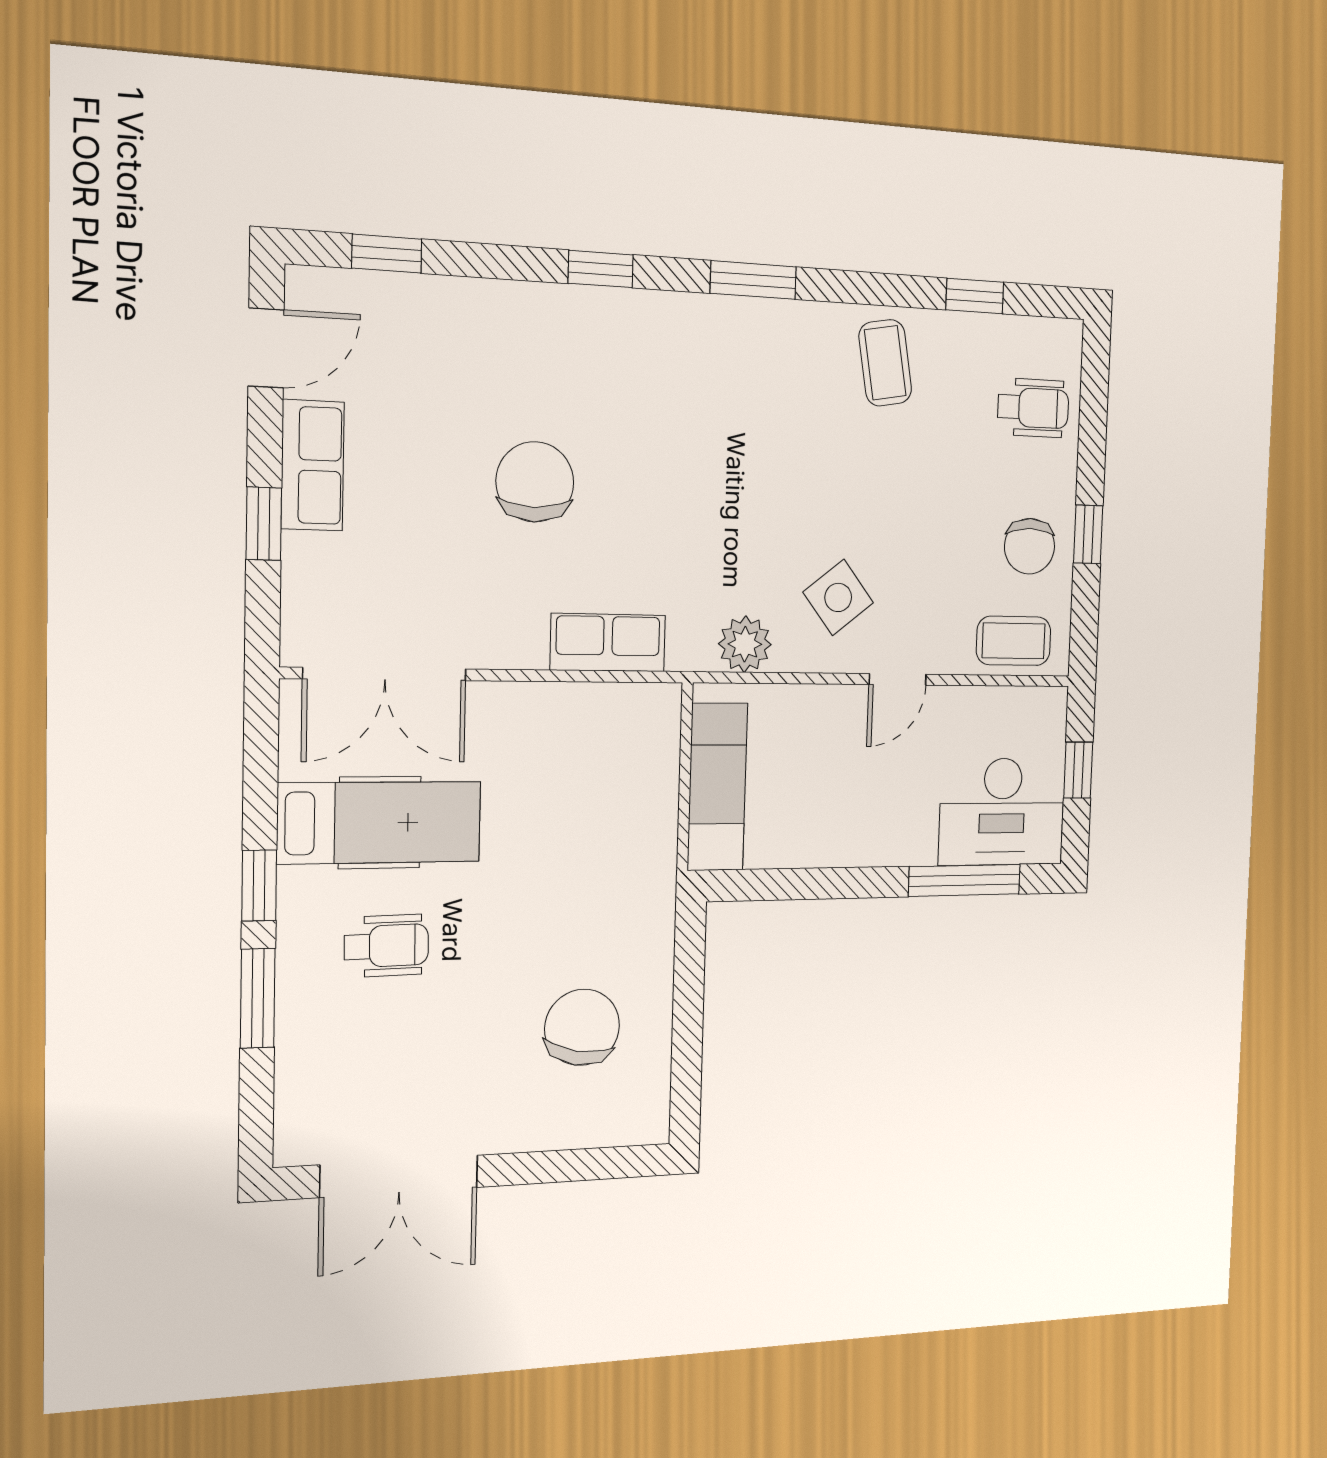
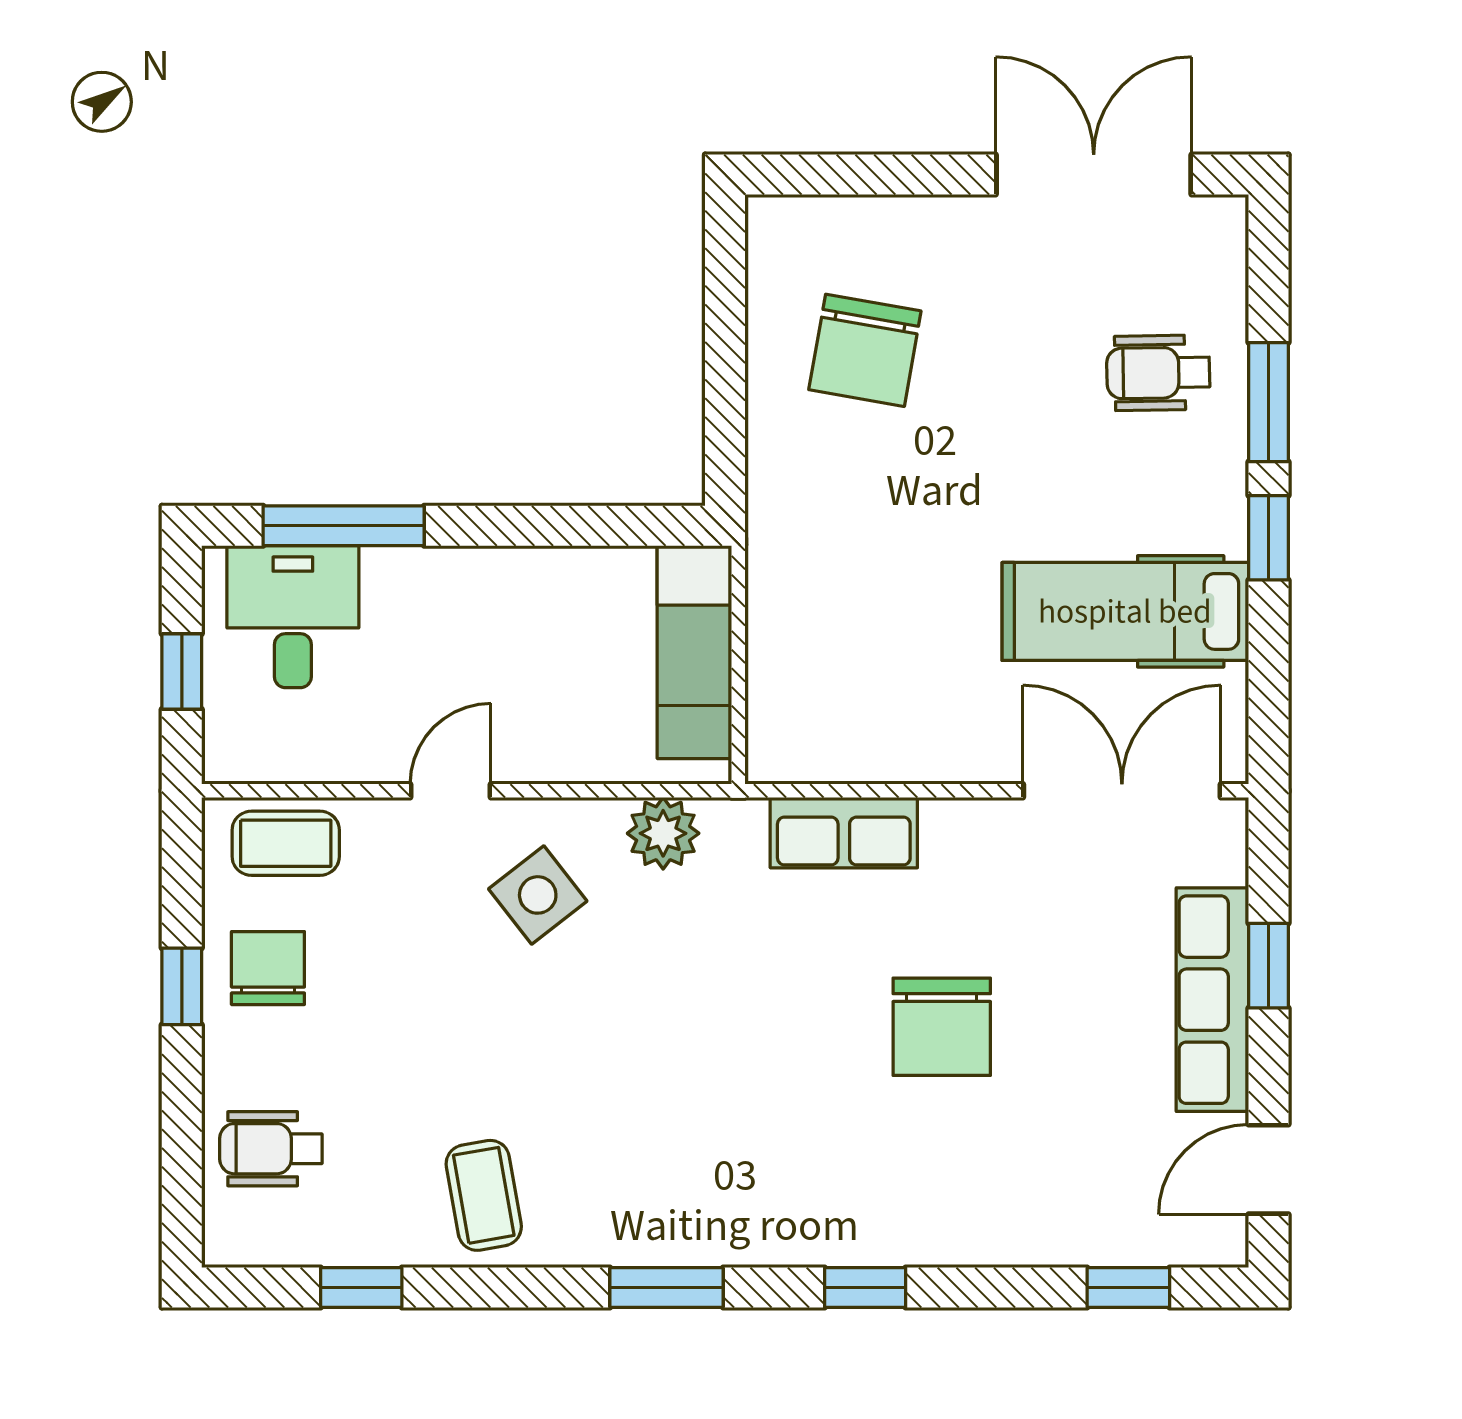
row of seats: (313, 465) -> (1212, 1000), width x1.48
desk: (1002, 812) -> (293, 617), width x0.73
wheelchair: (386, 946) -> (1158, 373), moved

